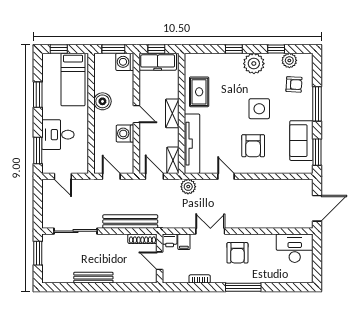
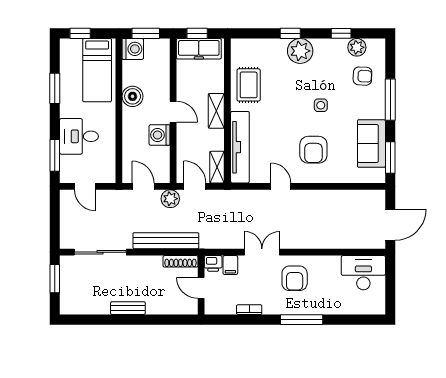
washing machine: (125, 62) -> (133, 49), moved, turned 180
plant: (254, 64) -> (300, 51), moved
side table: (259, 109) -> (321, 105), width x0.54, depth x0.54
plant: (188, 187) -> (170, 199), moved
bench: (93, 278) -> (128, 308), width x0.73

